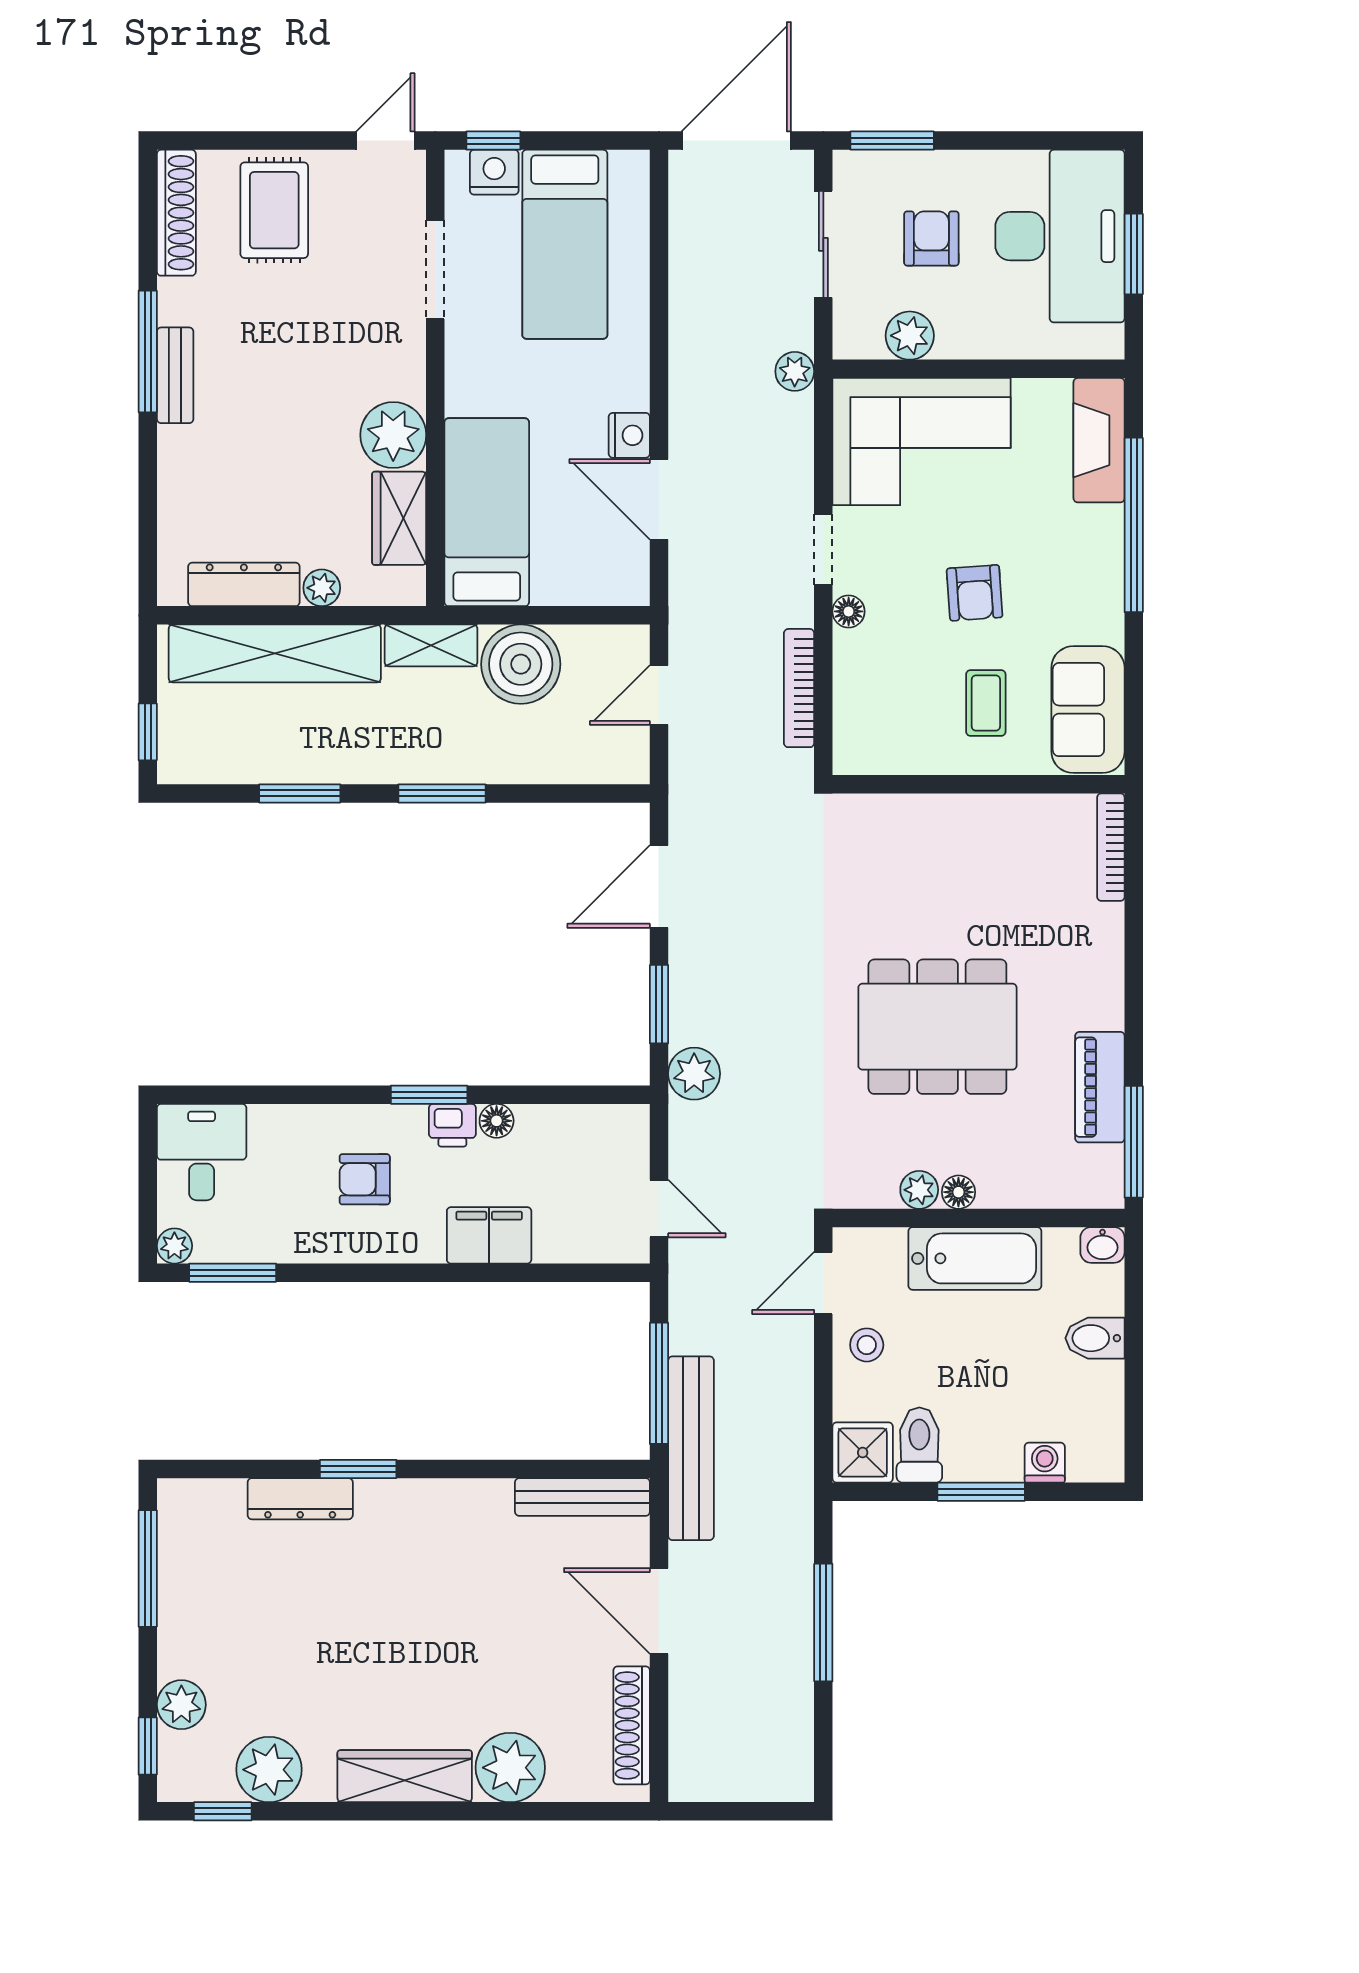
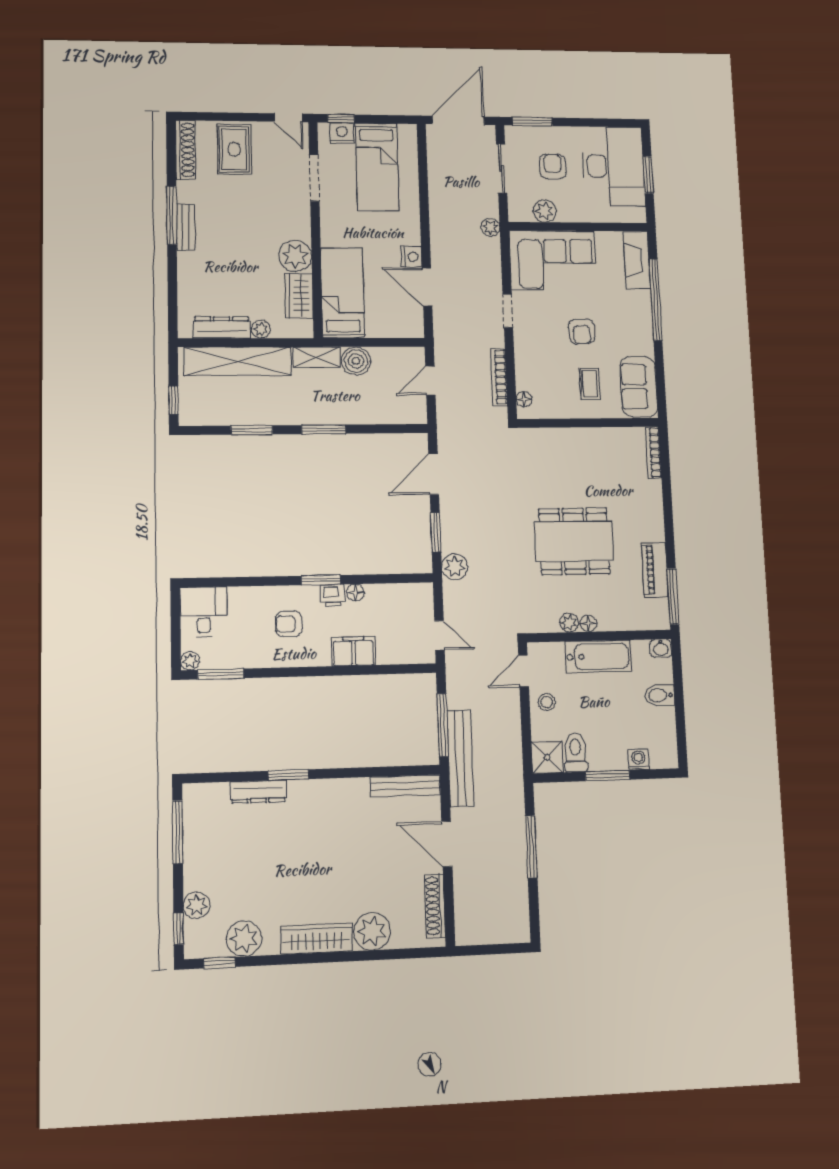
door: (385, 141) -> (288, 118), swing flipped
floor lamp: (849, 611) -> (524, 399), moved
boiler: (521, 664) -> (356, 361), width x0.73, depth x0.73

